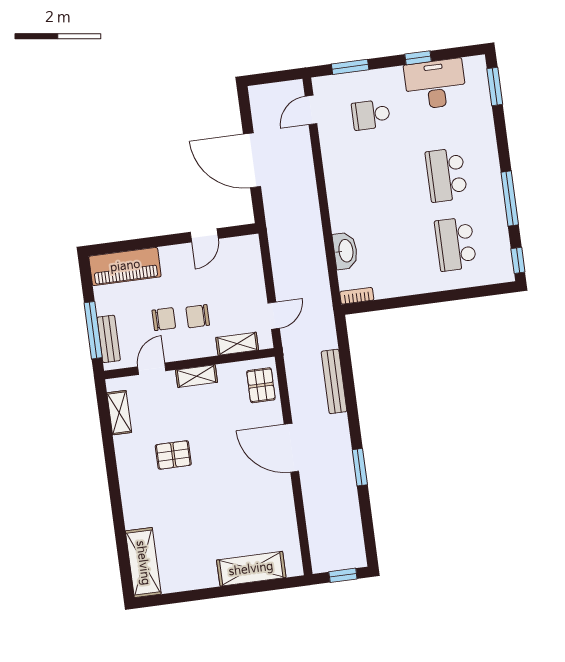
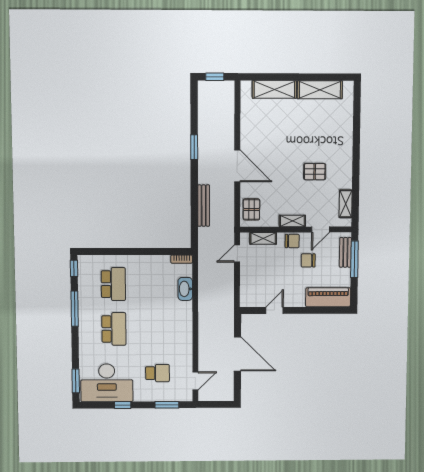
desk: (435, 84) -> (107, 383), width x1.36, depth x1.30
chair: (198, 316) -> (292, 241), moved
shelving: (143, 563) -> (320, 90), moved, turned 90

